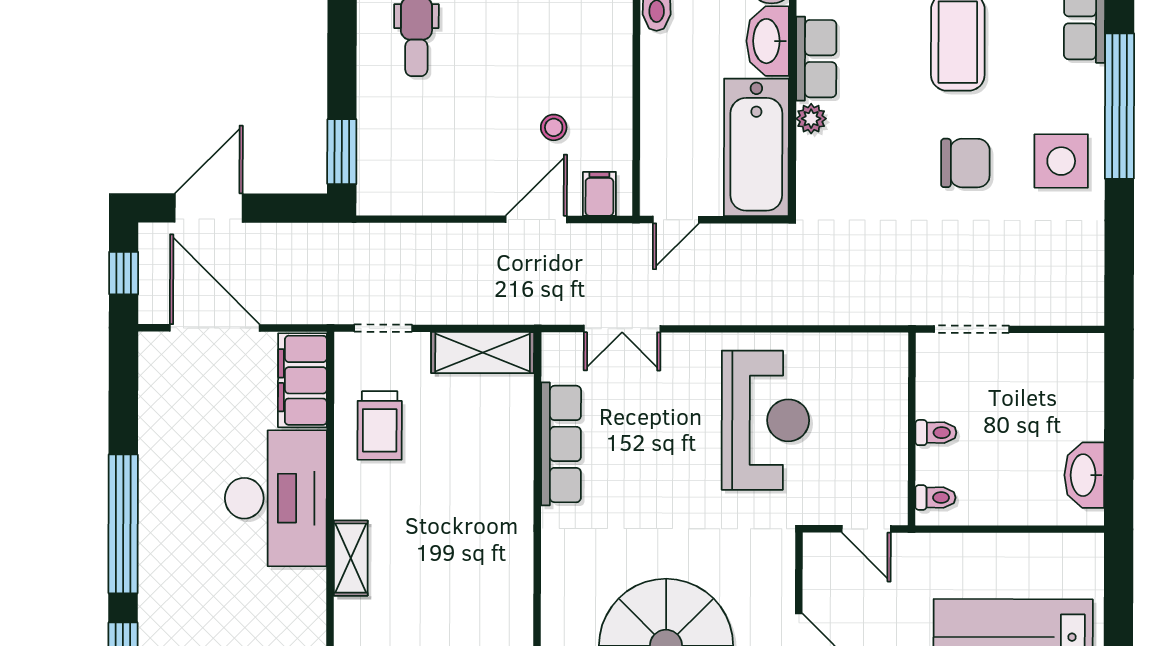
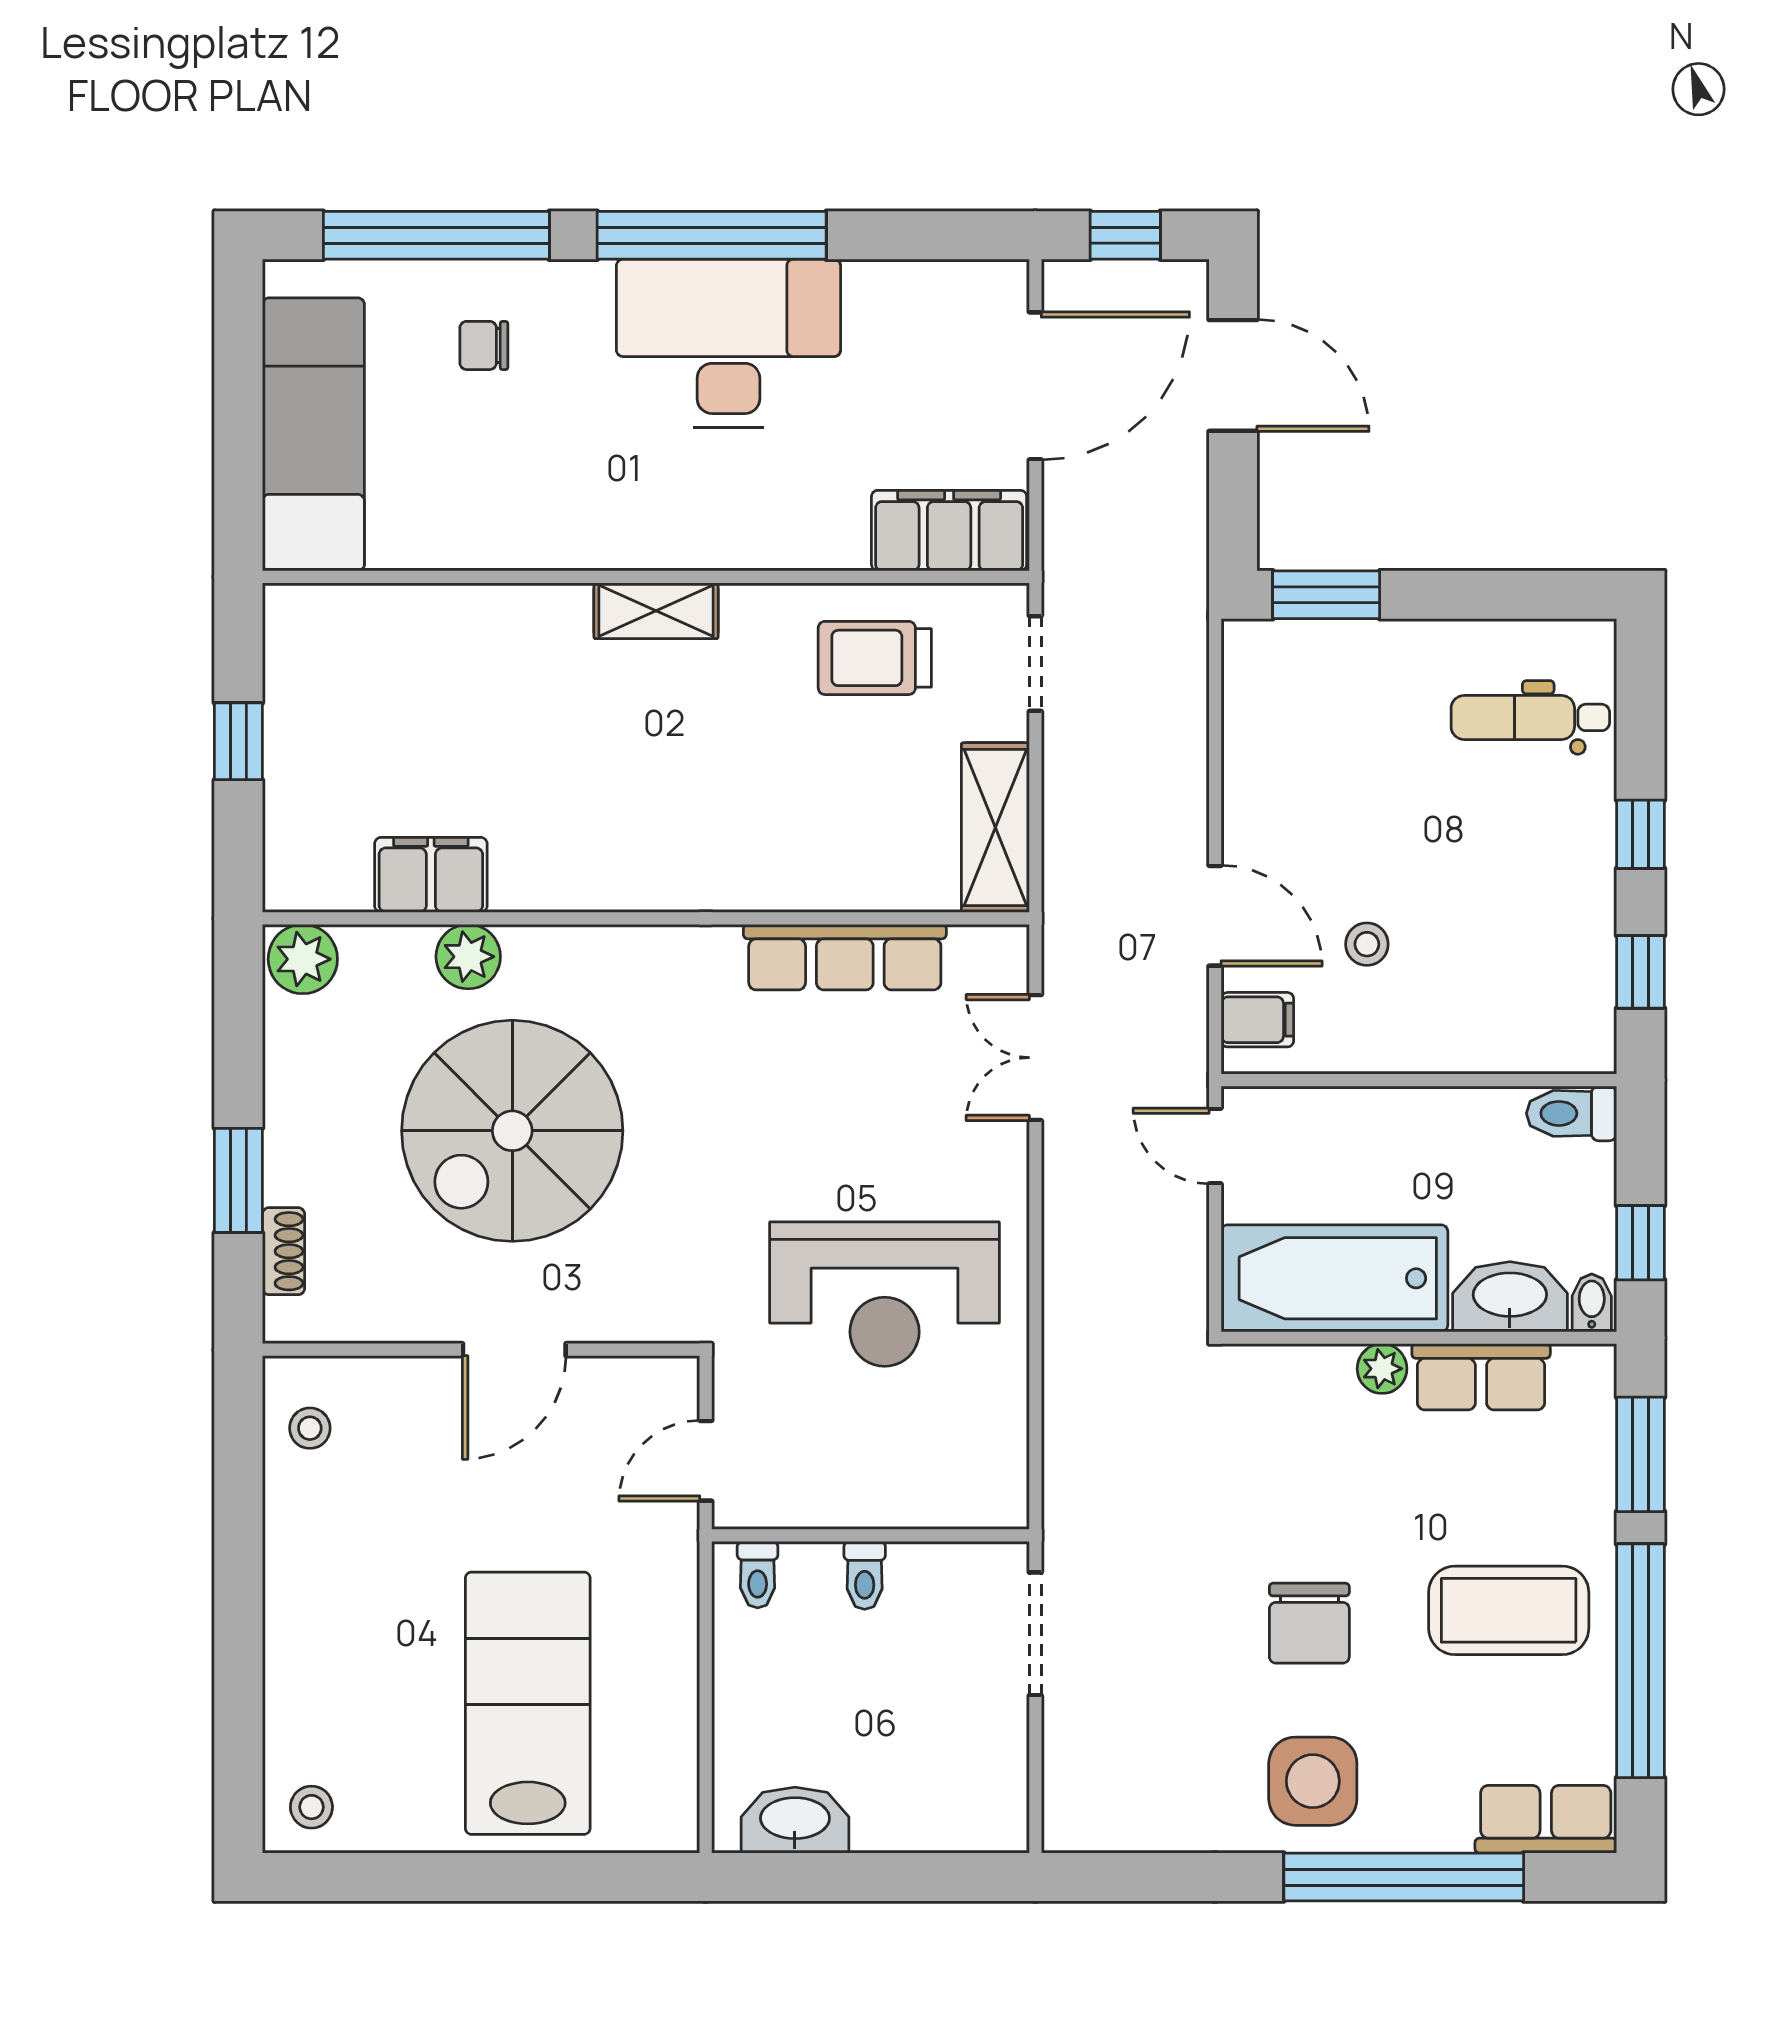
desk: (276, 498) -> (728, 343), moved, turned 180

